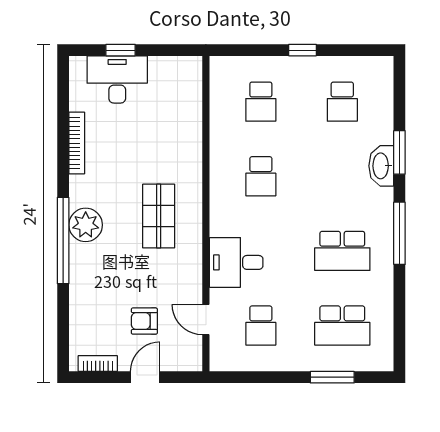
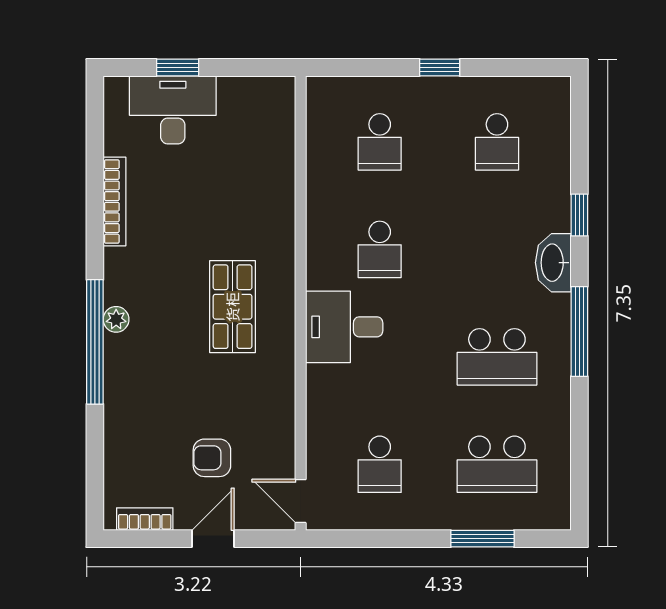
window: (399, 152) -> (579, 215), width x0.67
washbasin: (381, 166) -> (553, 263), moved
plant: (86, 225) -> (116, 319), width x0.53, depth x0.53
desk: (236, 262) -> (344, 327), moved
door: (206, 320) -> (301, 501), moved

